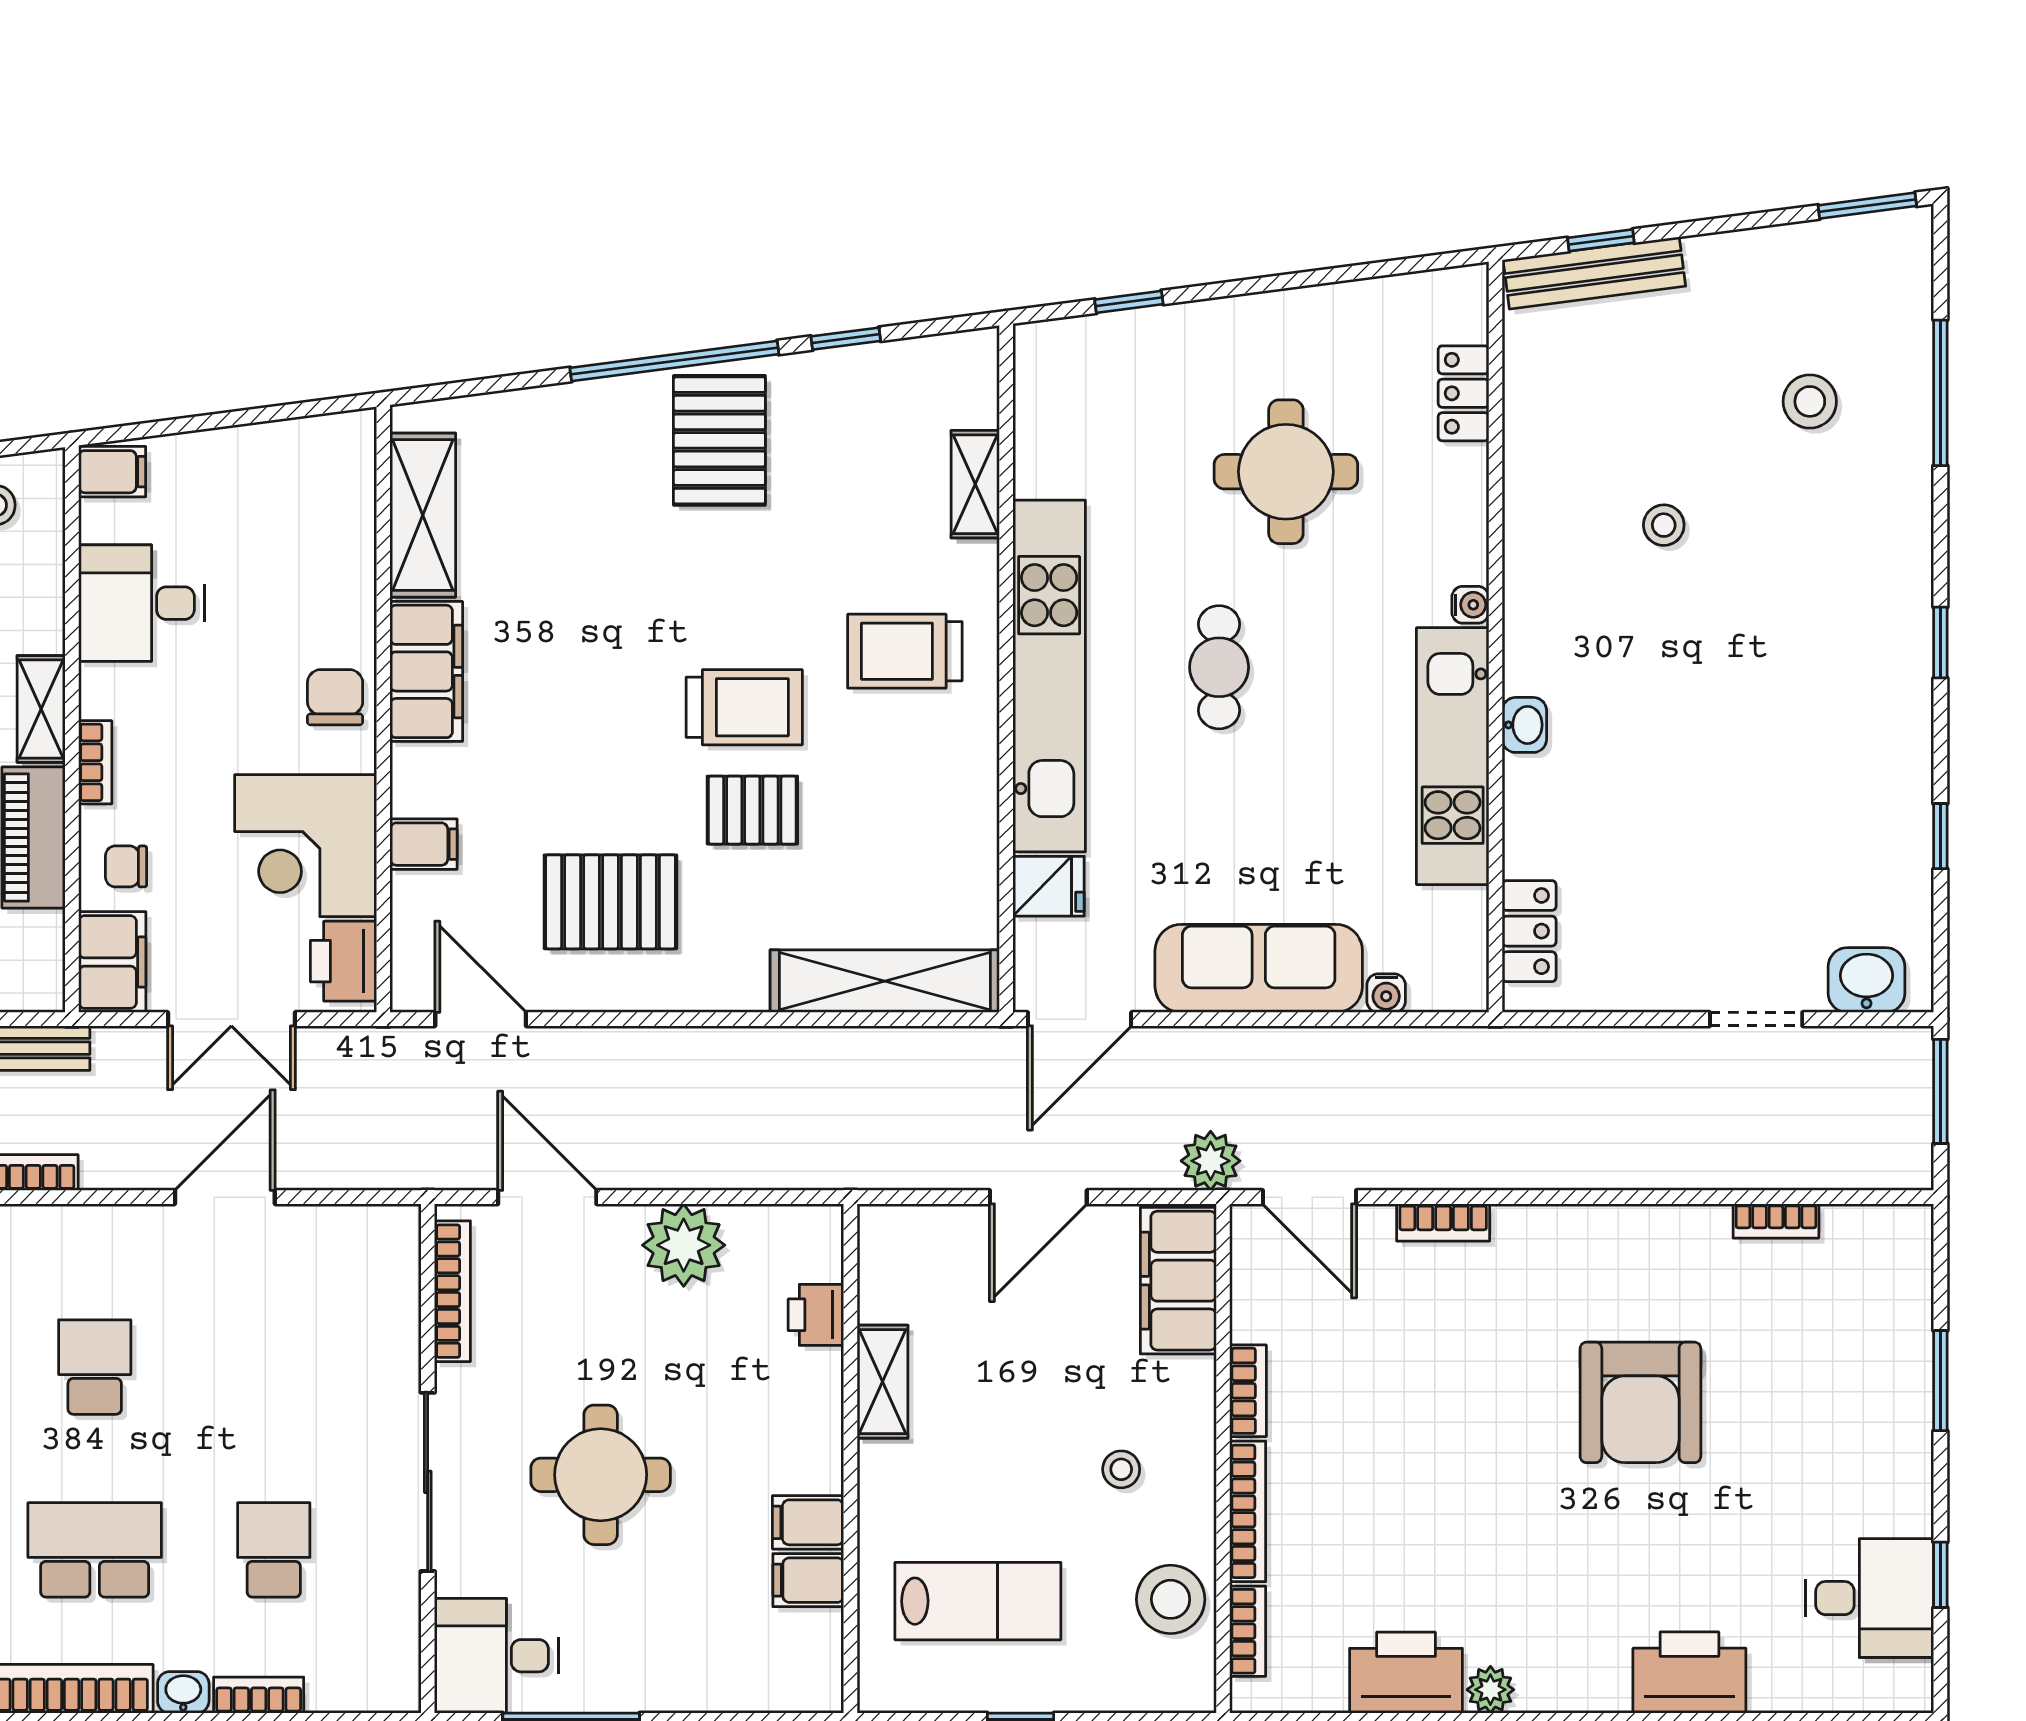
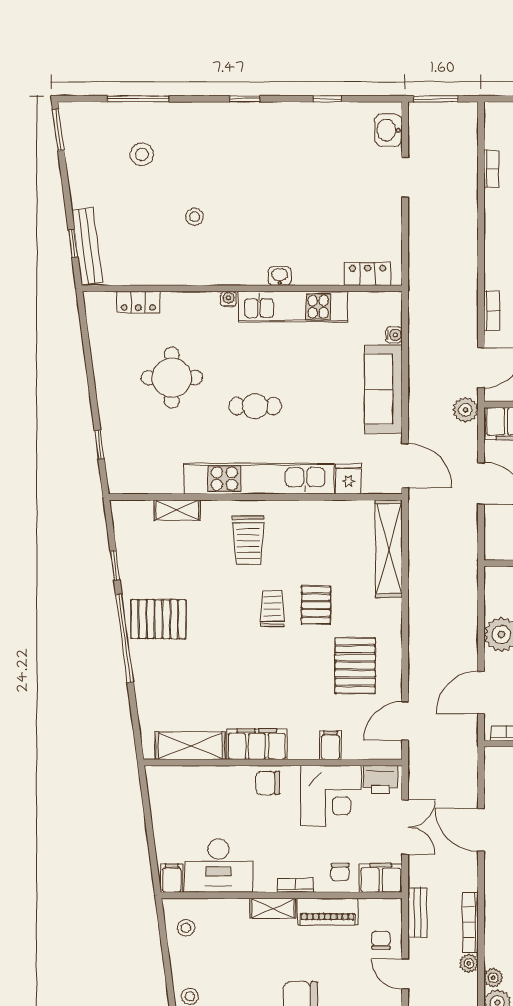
desk: (141, 603) -> (218, 866), width x1.37
trolley: (744, 707) -> (272, 609), width x0.73, depth x0.72

